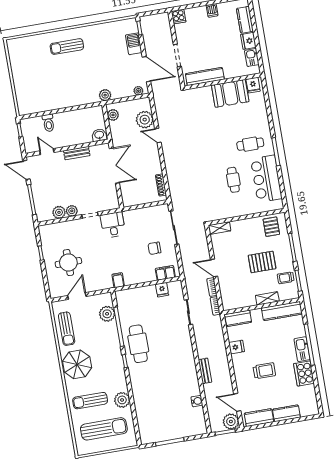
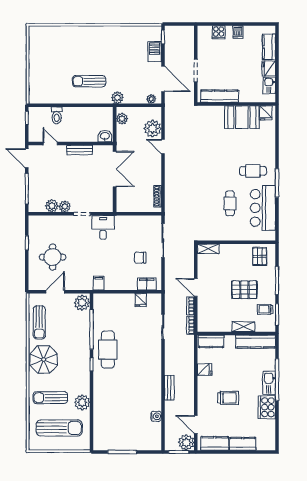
cooker: (179, 16) -> (219, 32), moved
sun lounger: (67, 47) -> (89, 81), moved
plant: (107, 314) -> (82, 303), moved

